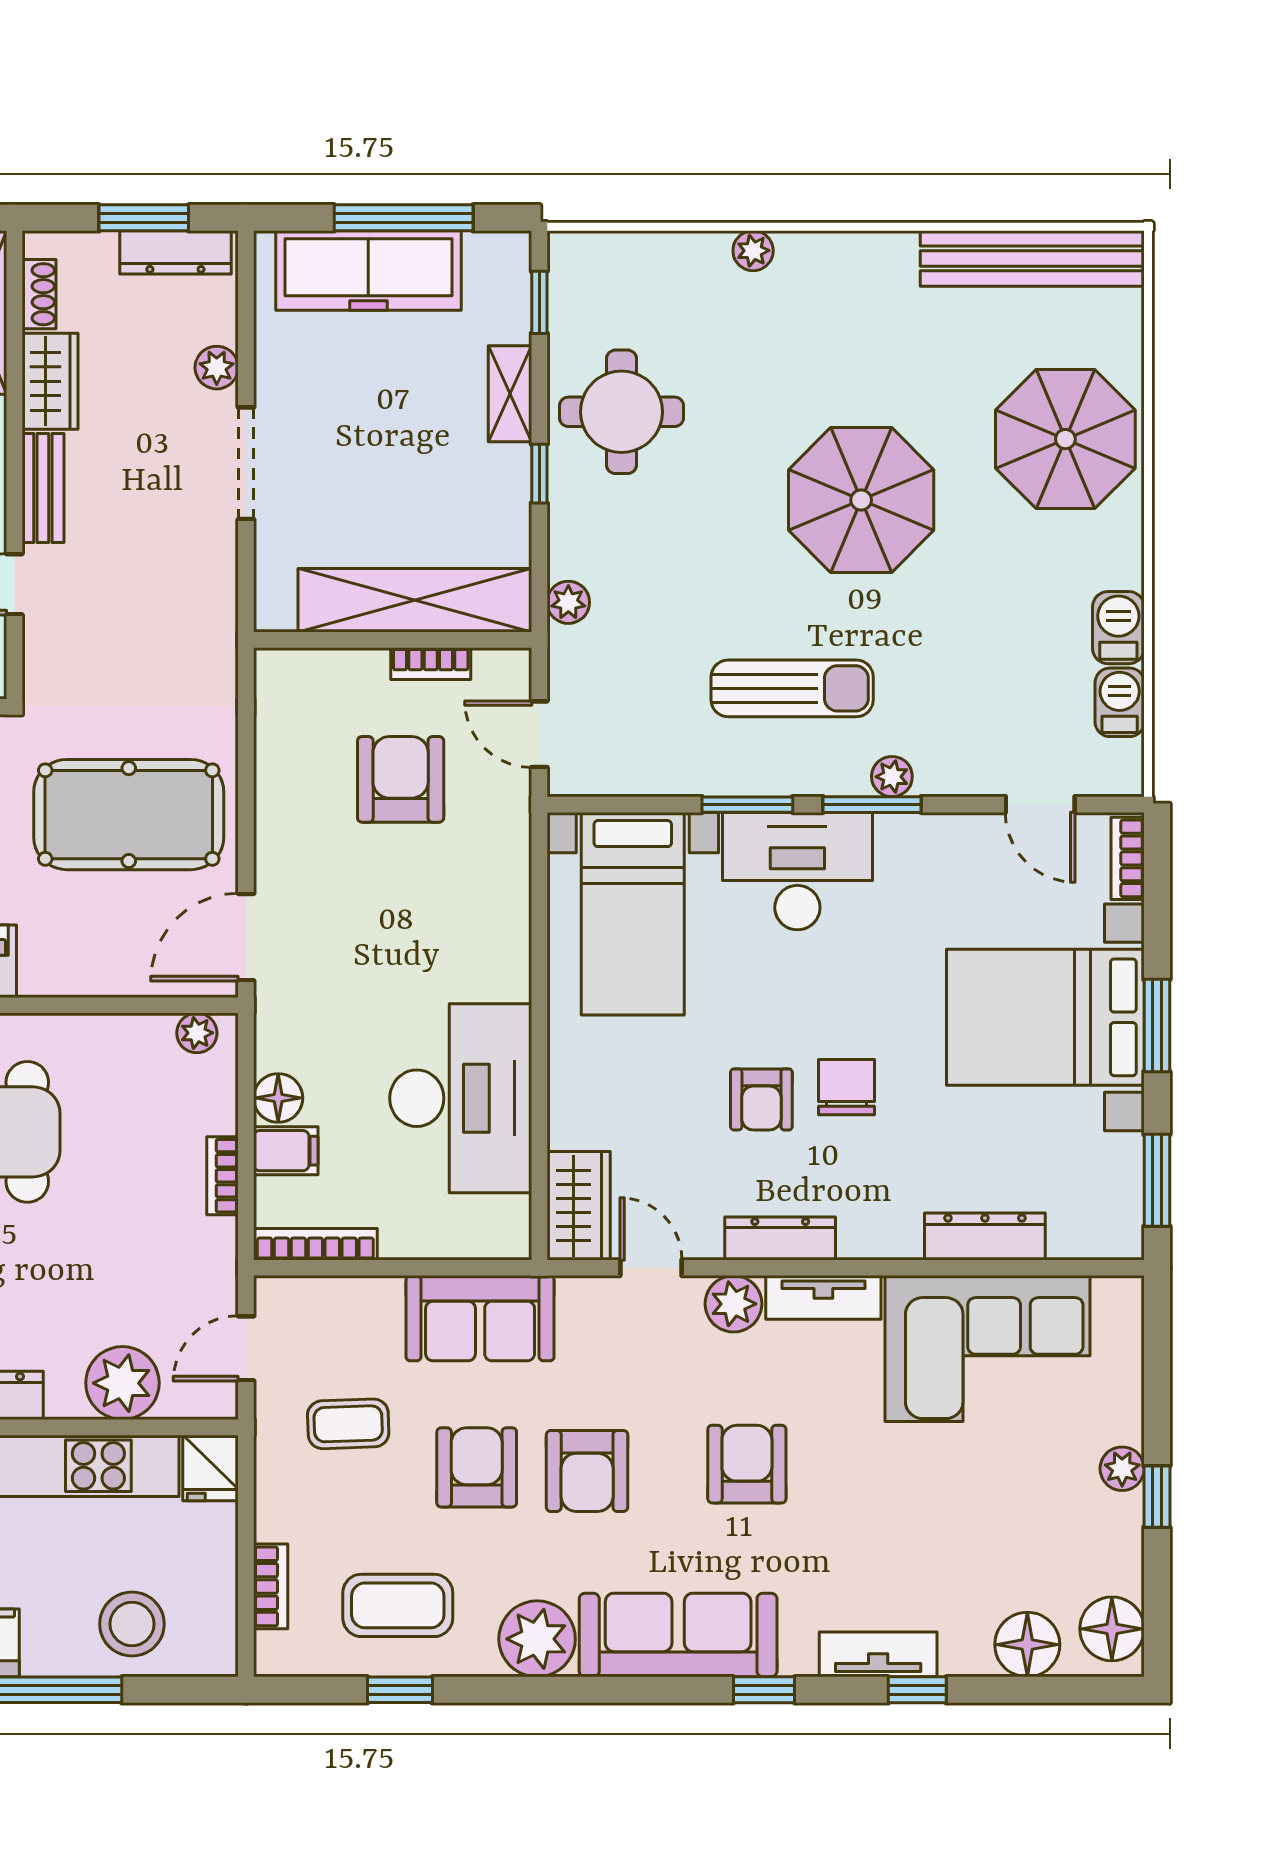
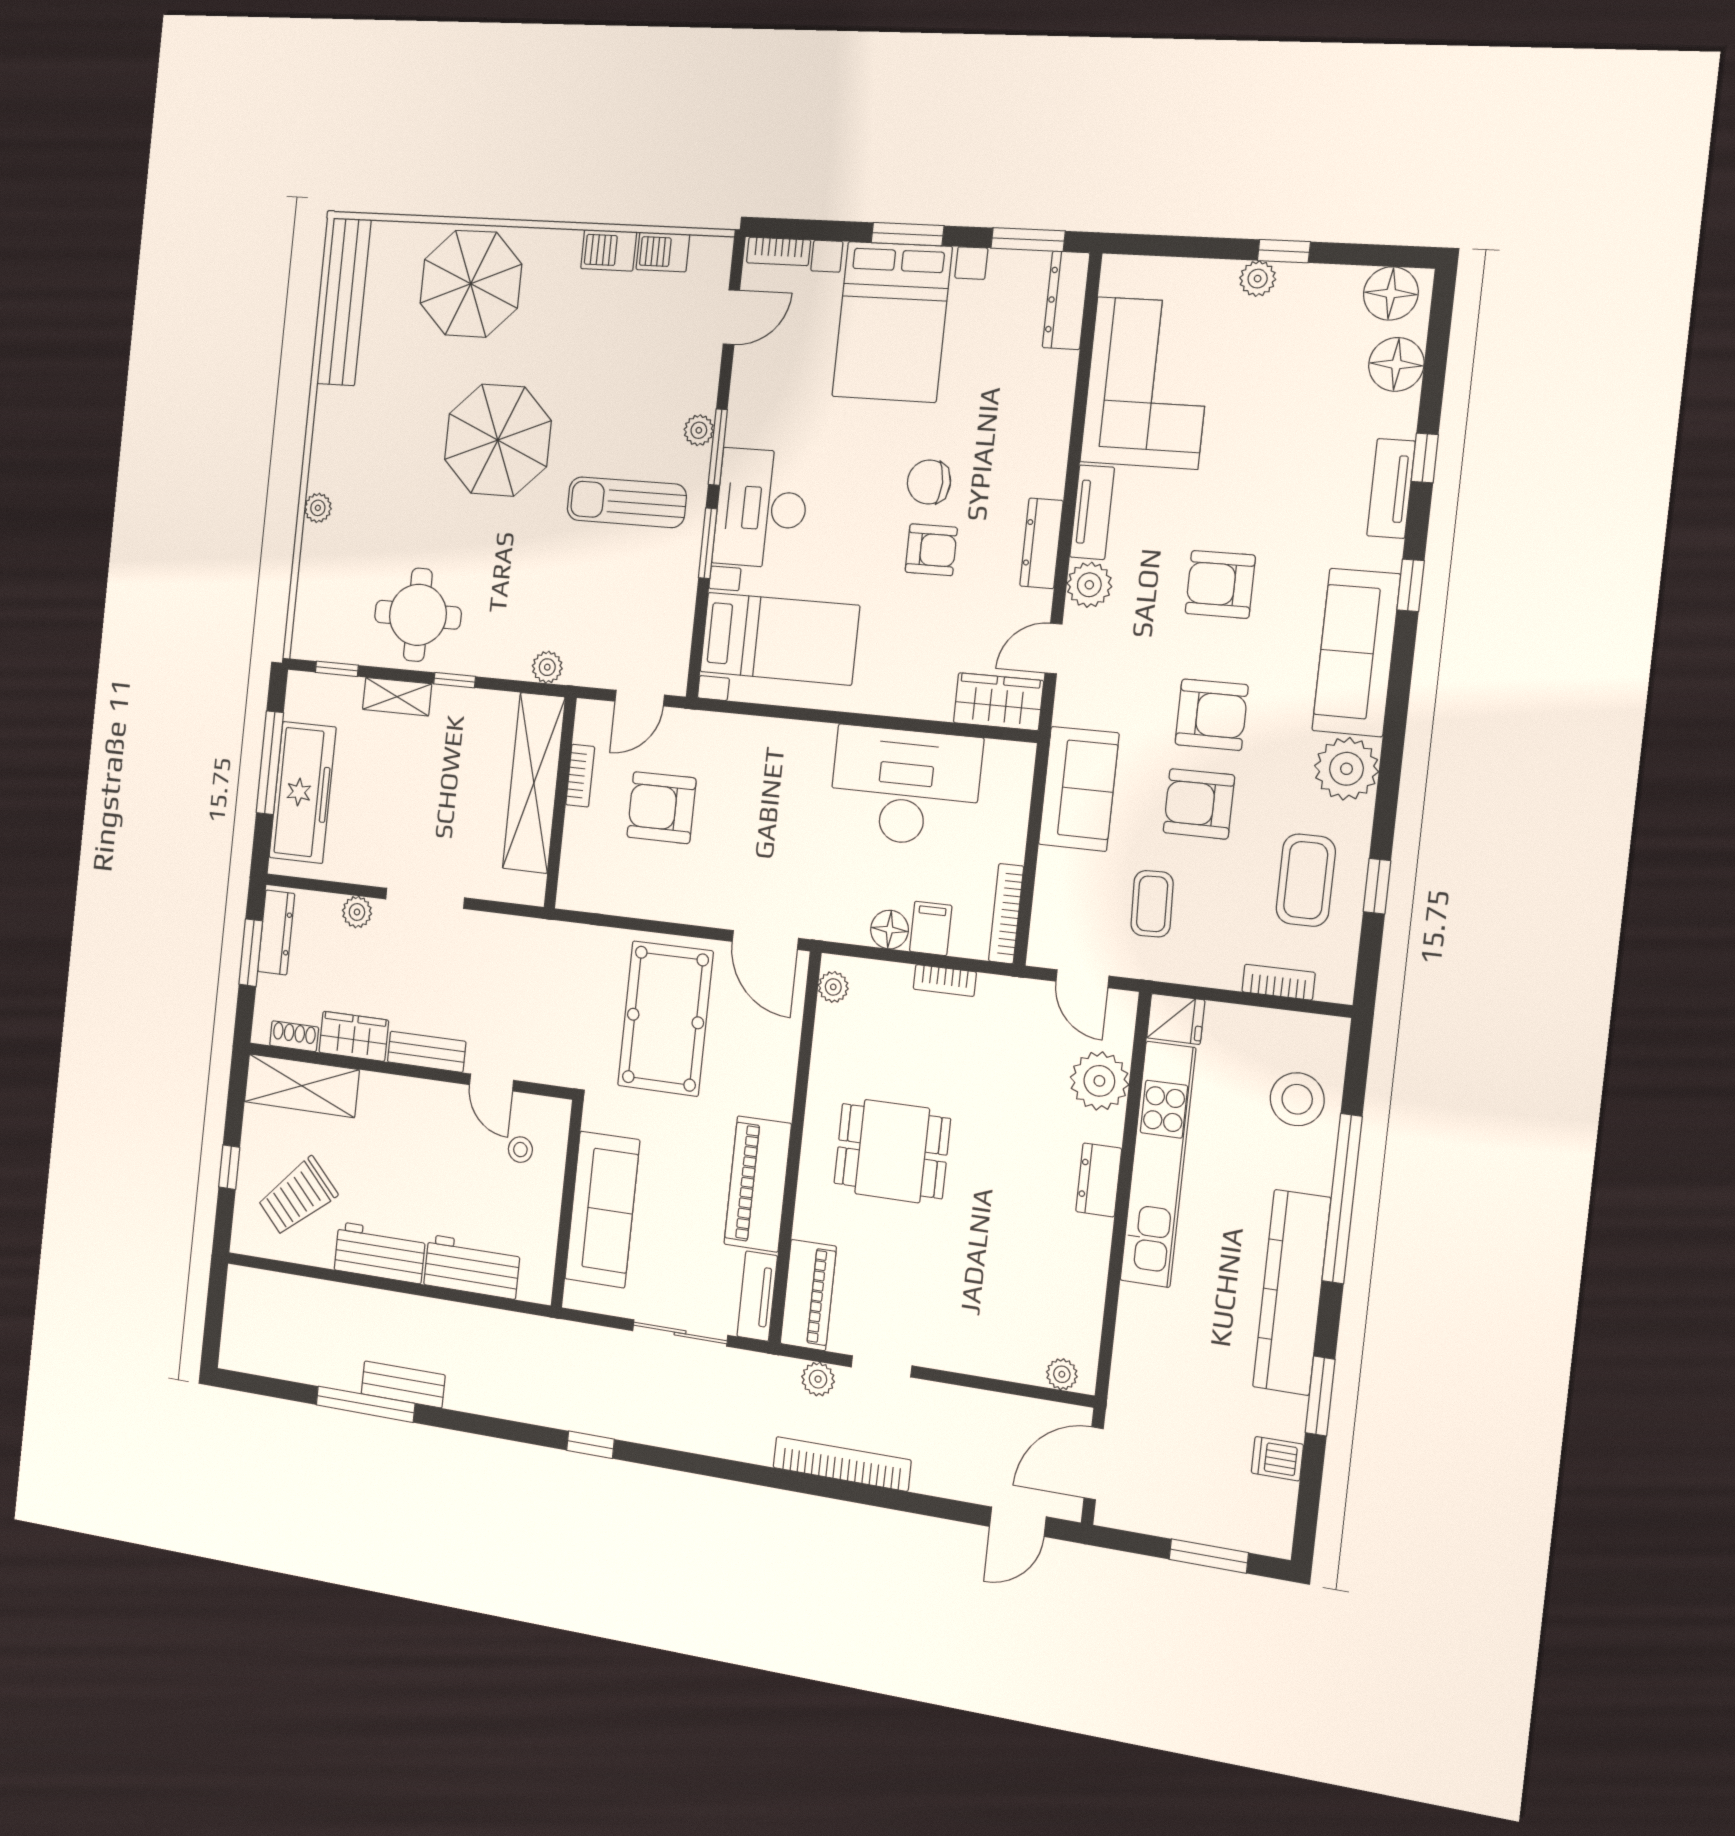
sun lounger: (792, 688) -> (627, 502), turned -90
dresser: (985, 1236) -> (1066, 300), moved

